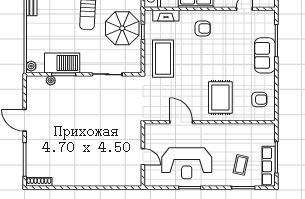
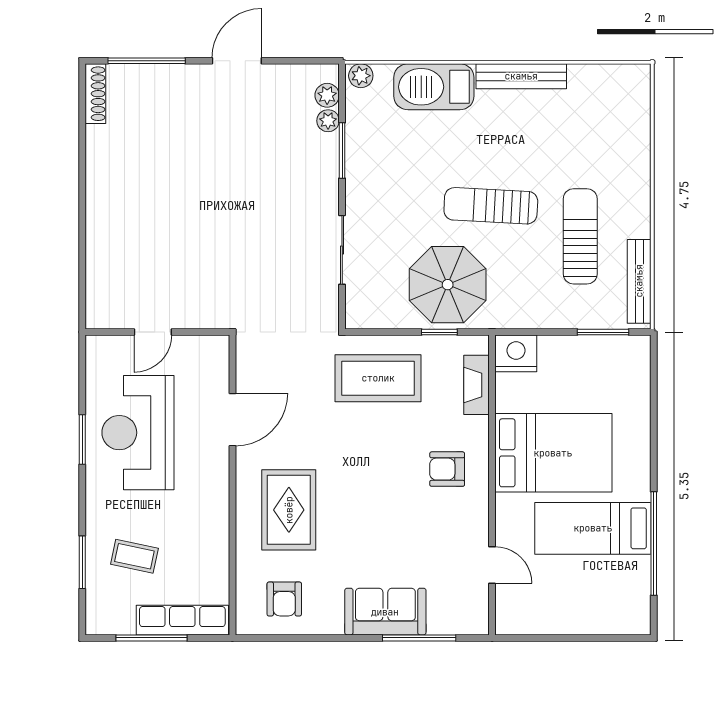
armchair: (203, 28) -> (447, 469), turned 90
barbecue: (62, 63) -> (434, 87), moved, turned 90
plant: (40, 81) -> (327, 95), added
rug: (220, 98) -> (289, 510), turned 90
row of seats: (269, 166) -> (182, 620), moved

